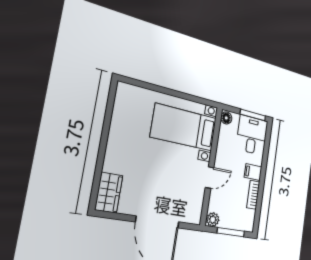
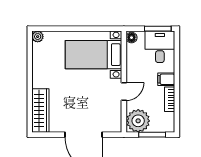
plant: (123, 89) -> (38, 37), added
wardrobe: (109, 193) -> (40, 110), width x1.50
plant: (213, 220) -> (138, 121), width x1.87, depth x1.87

